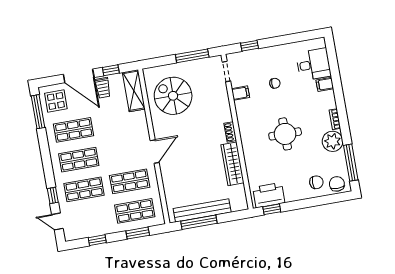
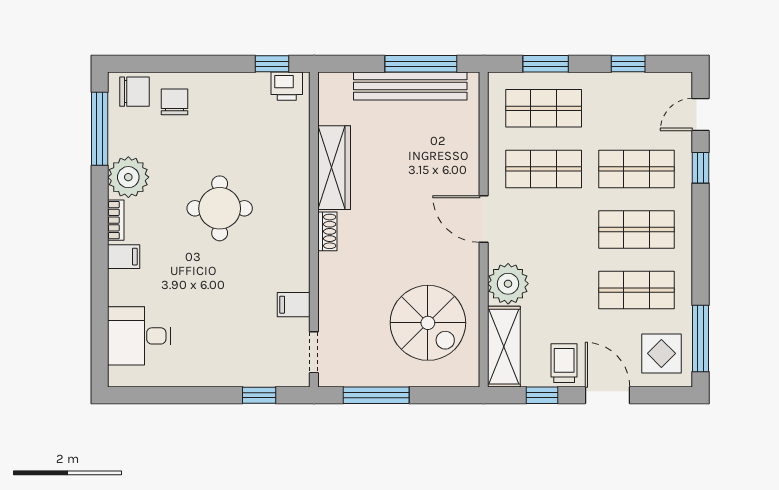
door: (79, 76) -> (608, 395), width x0.73
chair: (275, 83) -> (222, 312), removed
filing cabinet: (325, 84) -> (124, 257), moved
plant: (137, 122) -> (508, 284), added
door: (155, 152) -> (484, 219), hinge flipped
chair: (316, 182) -> (174, 102), turned 90
chair: (337, 184) -> (134, 92), turned -90
printer: (269, 195) -> (287, 86), width x0.53, depth x0.68
door: (57, 222) -> (701, 115), swing flipped

